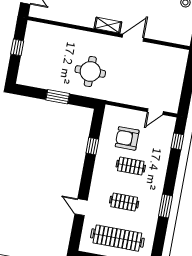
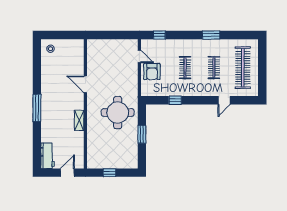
shelving: (108, 25) -> (79, 120), moved
round table: (90, 71) -> (118, 113), width x1.36, depth x1.36
armchair: (127, 138) -> (152, 72), moved

